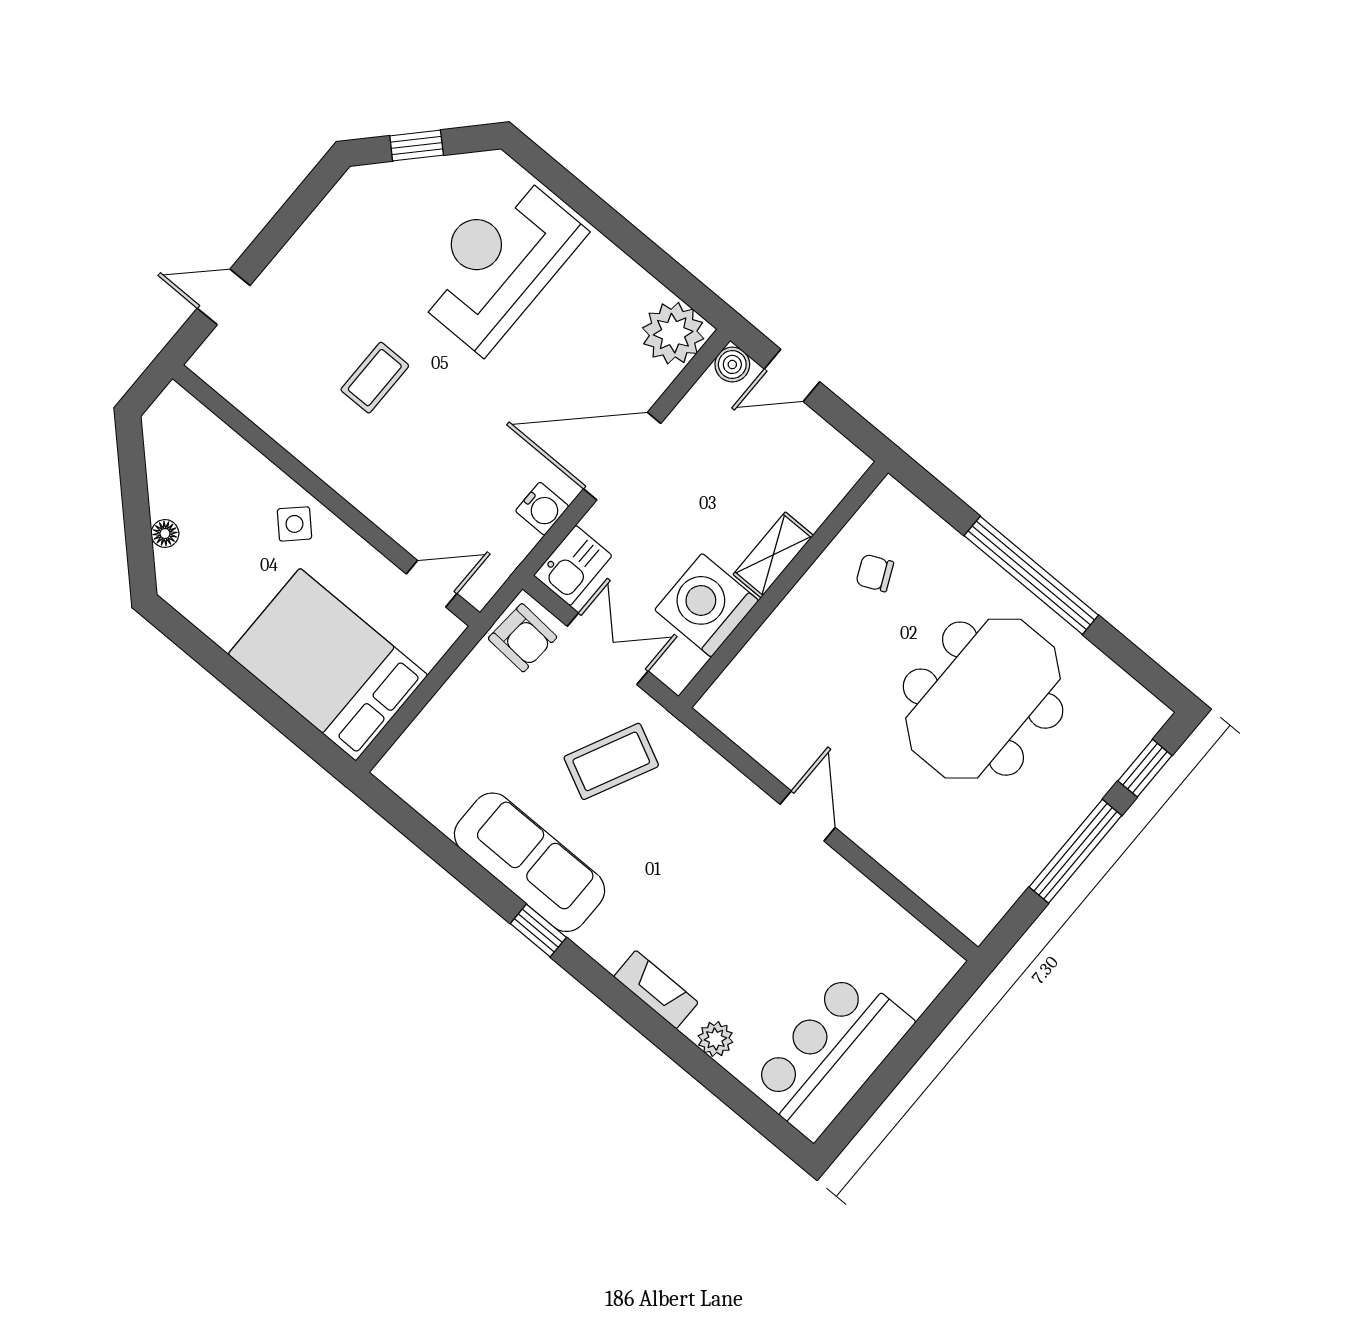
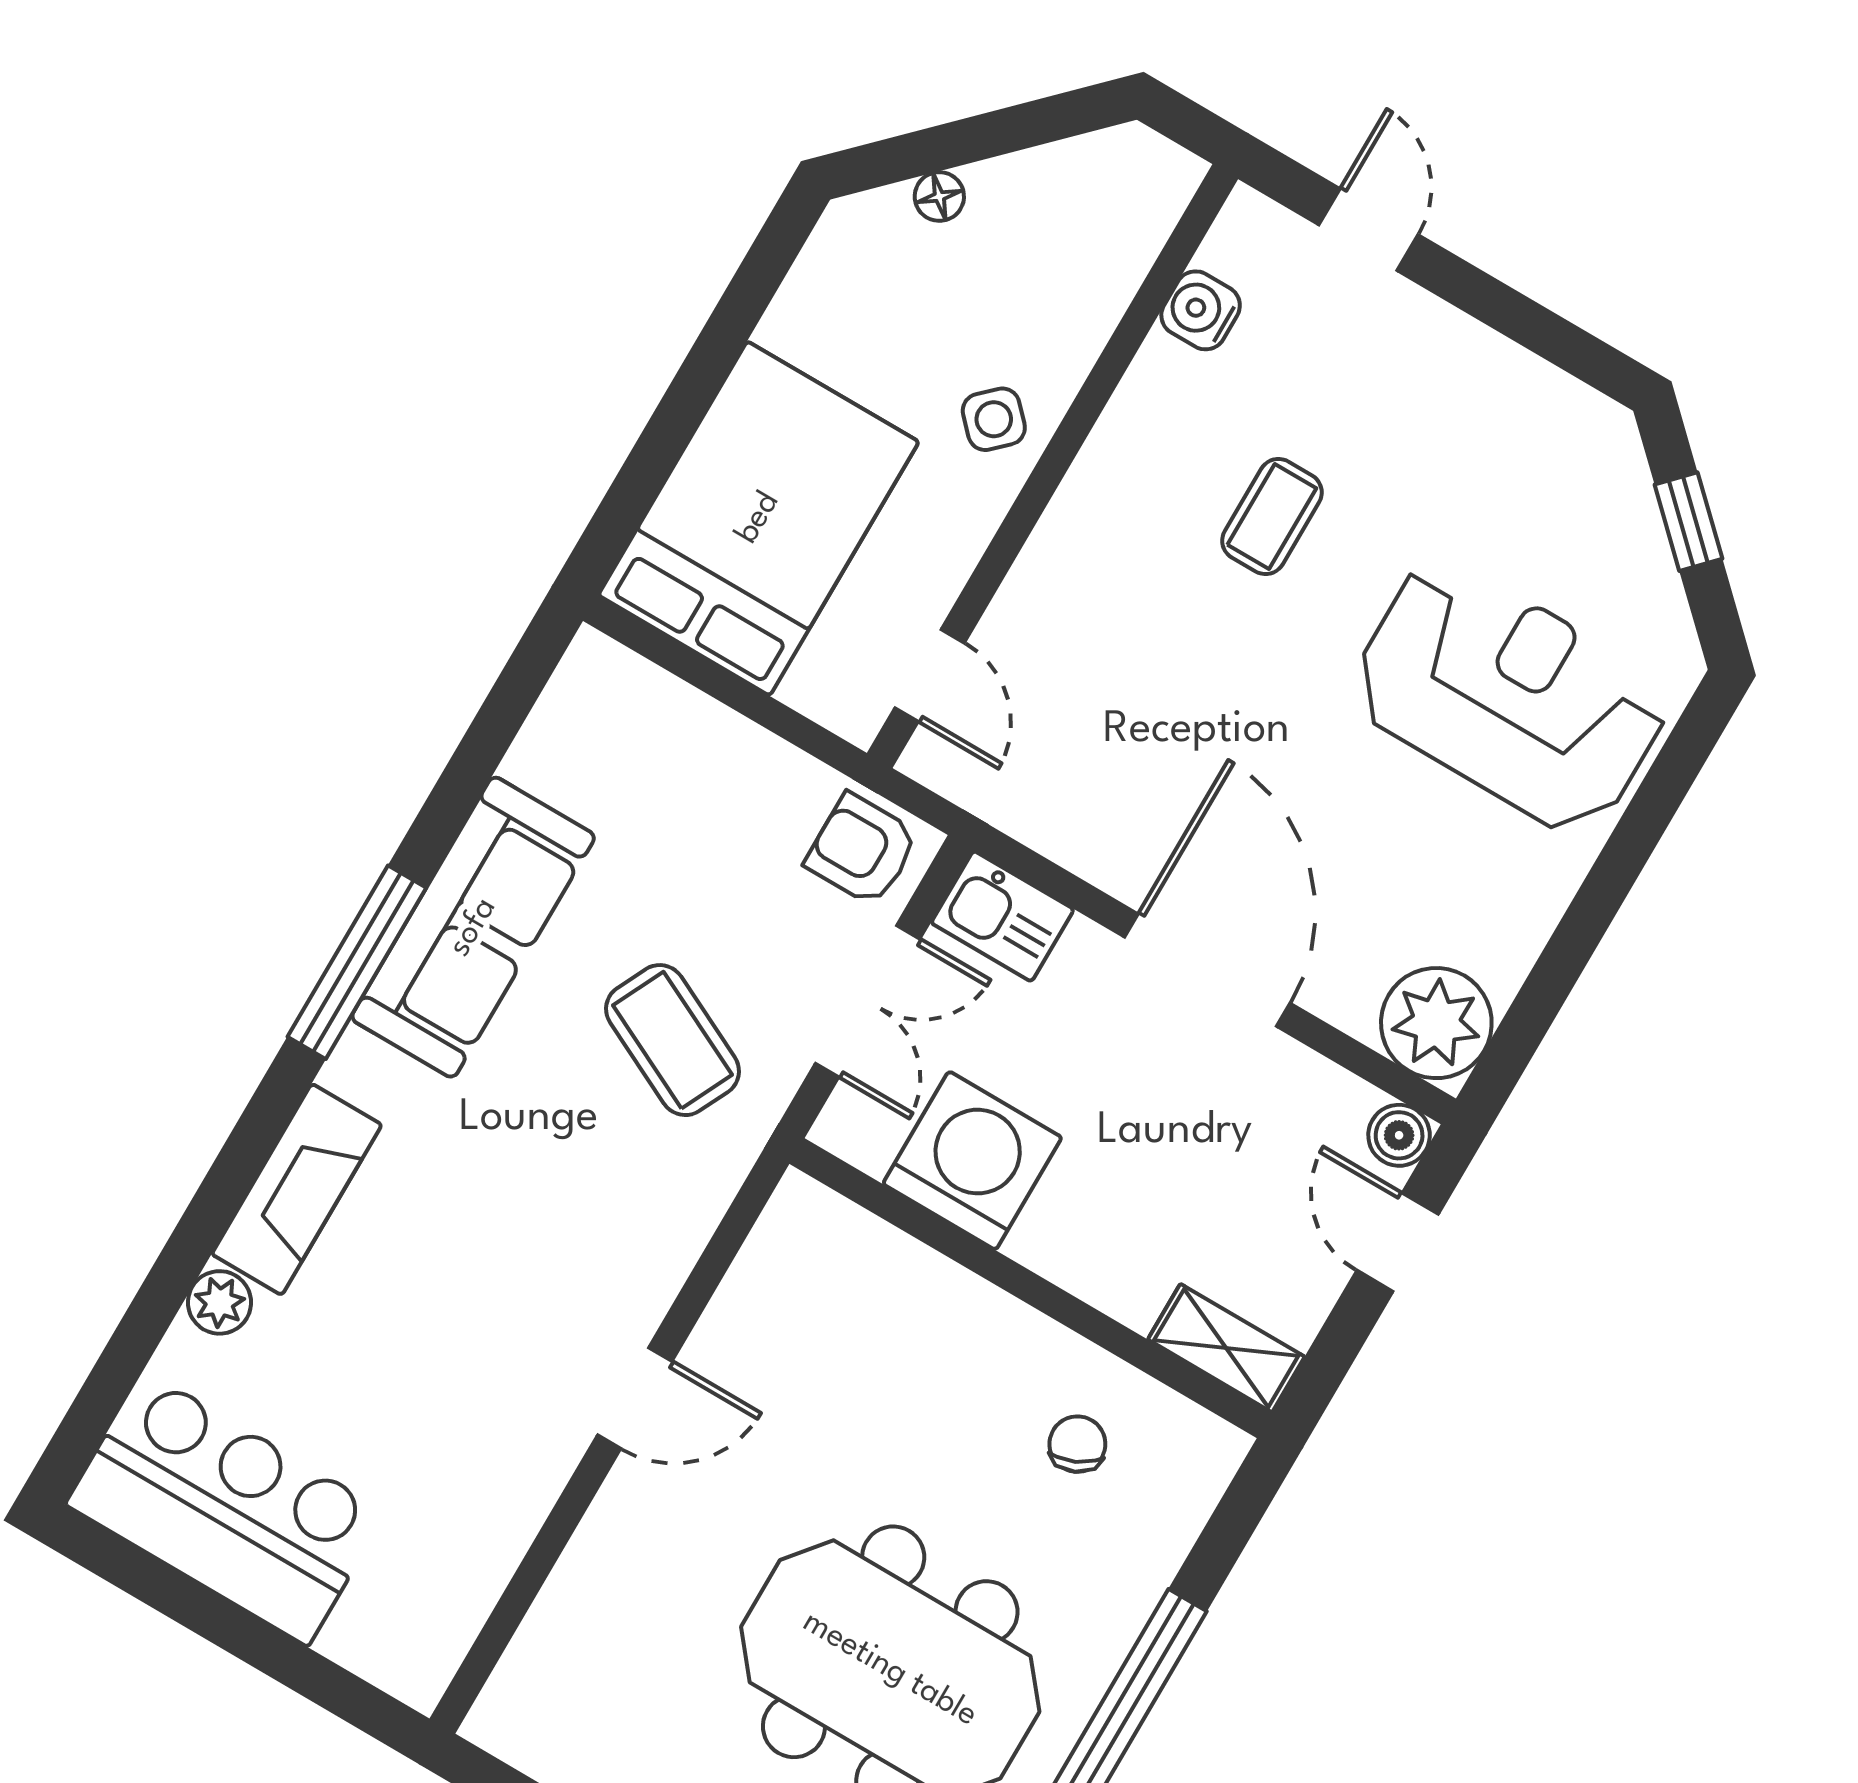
coffee table: (375, 378) -> (1272, 516), turned 90
water cooler: (542, 509) -> (1201, 310), moved, turned 90
shelving: (773, 555) -> (1226, 1348), moved
armchair: (523, 638) -> (862, 850), turned 86
window: (538, 930) -> (357, 962), width x2.17
fireplace: (656, 990) -> (297, 1189), width x1.37, depth x1.32

